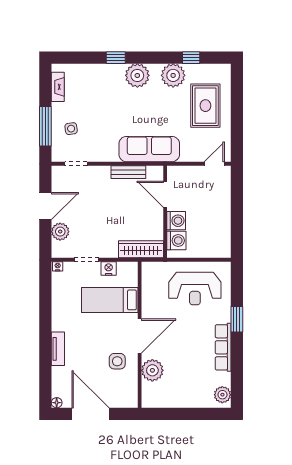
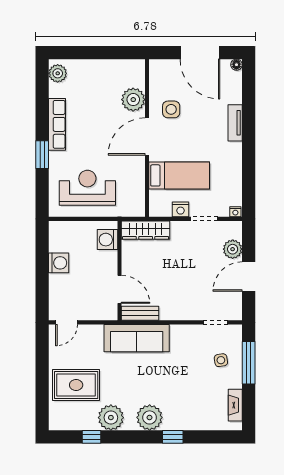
rug: (205, 106) -> (76, 385), turned 90
bench: (128, 172) -> (140, 313), moved
washing machine: (176, 221) -> (59, 263), moved, turned 180

